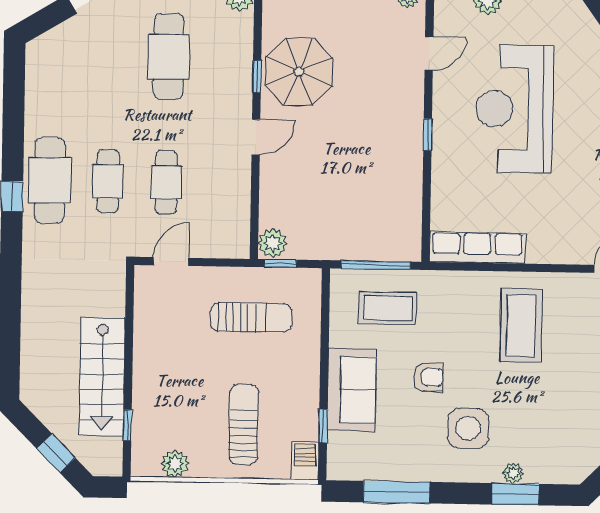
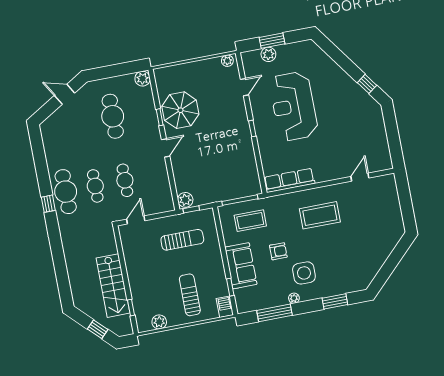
coffee table: (521, 326) -> (320, 215), turned 90
plant: (513, 473) -> (294, 298), moved

